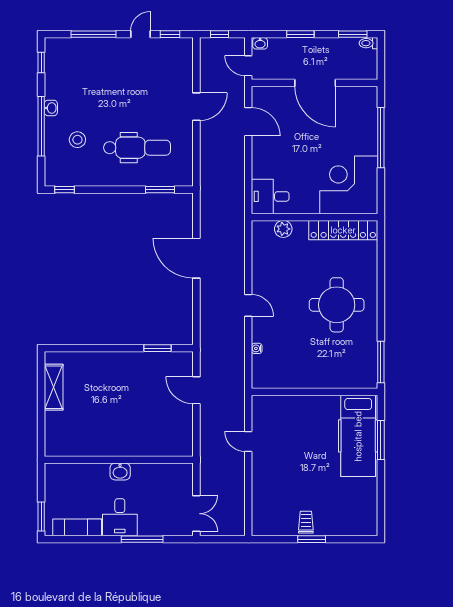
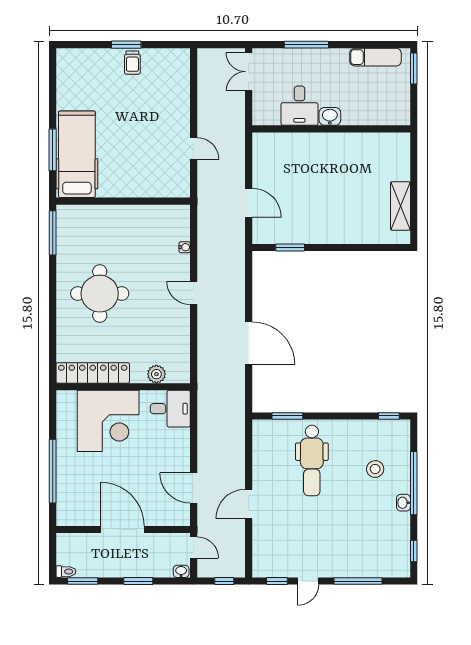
dental chair: (137, 148) -> (312, 461), turned -90
corner desk: (349, 185) -> (108, 421), moved
desk: (120, 517) -> (299, 106), moved, turned 180

